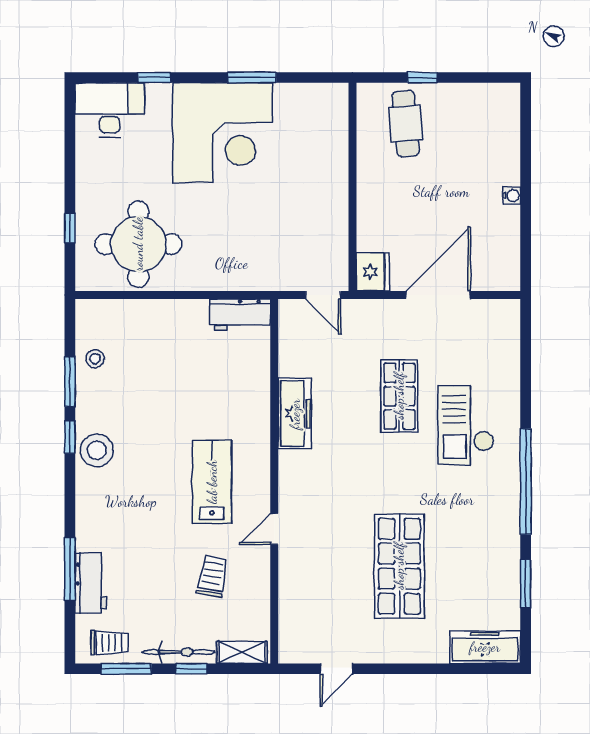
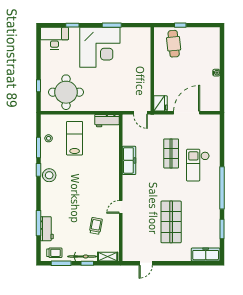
lab bench: (212, 482) -> (75, 138), moved

